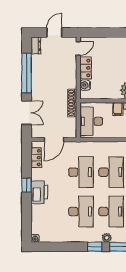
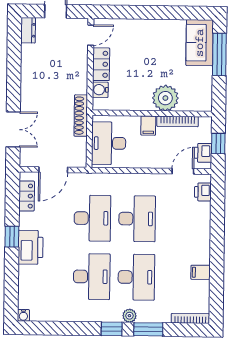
window: (27, 73) -> (14, 71), removed

